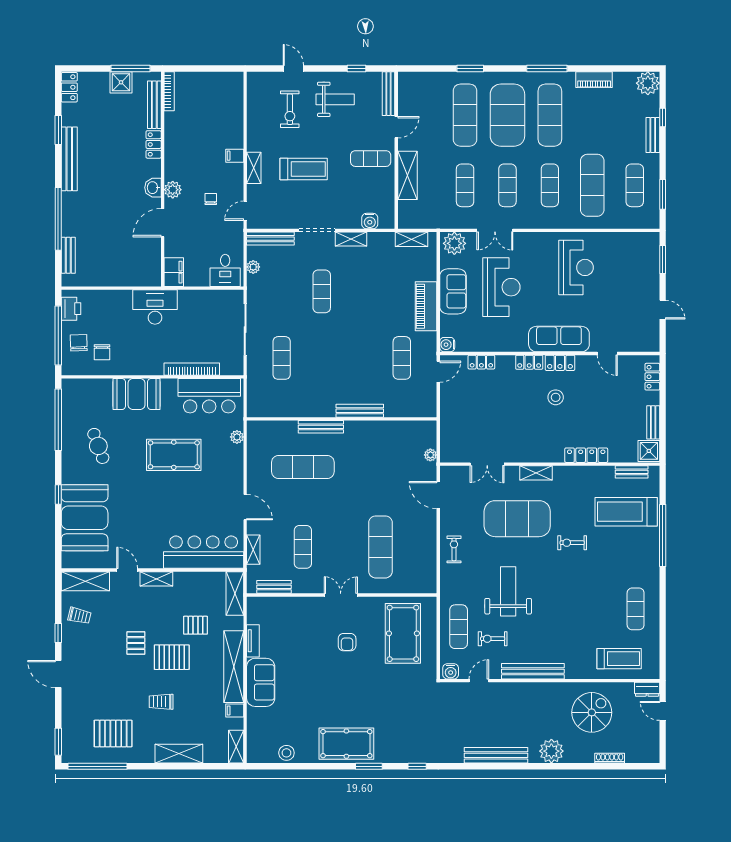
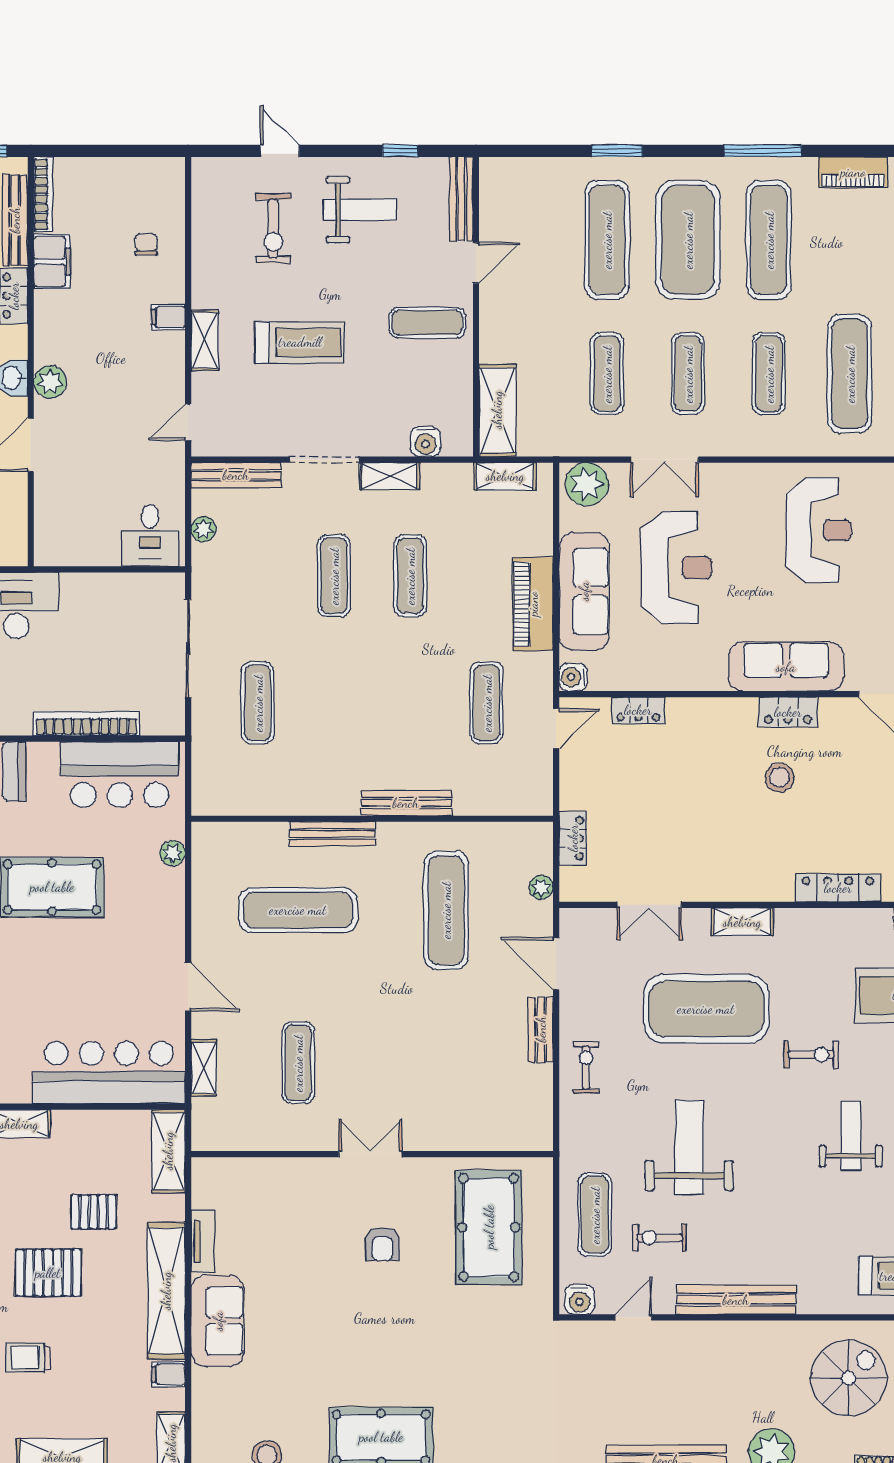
shelving: (407, 175) -> (497, 410), moved
chair: (211, 199) -> (146, 244), moved
filing cabinet: (174, 272) -> (52, 261), moved
exercise mat: (362, 291) -> (410, 576), added
sofa: (453, 291) -> (584, 591), width x1.36
locker: (529, 362) -> (573, 838), moved, turned -90
exercise bike: (572, 543) -> (811, 1055), turned 180
exercise mat: (381, 547) -> (446, 910), moved
weight bench: (593, 585) -> (851, 1136), added
bench: (274, 587) -> (541, 1029), moved, turned 90

